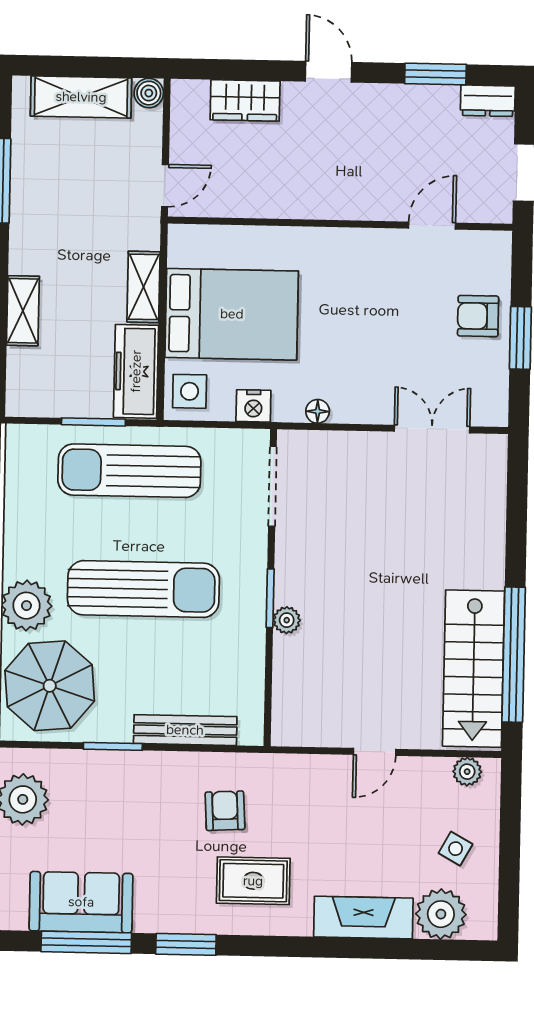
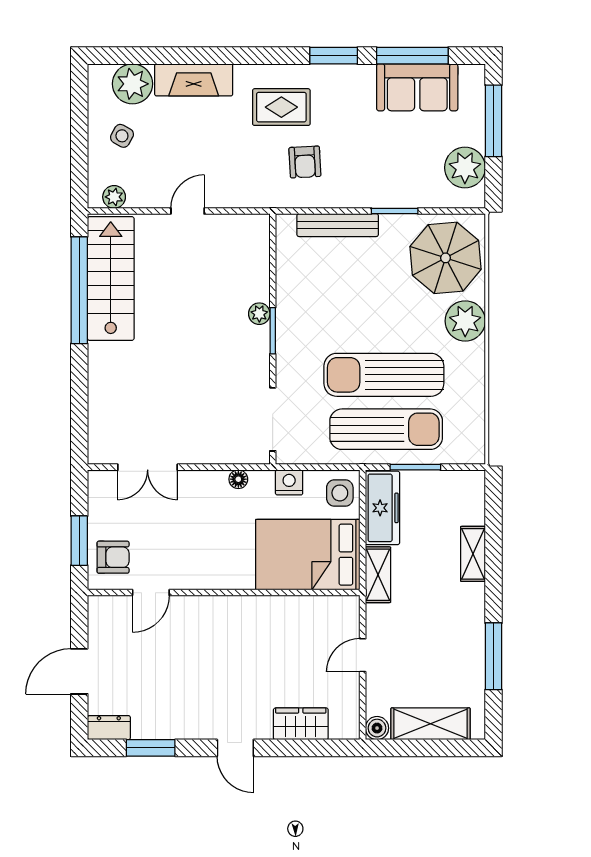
wall: (340, 224) -> (224, 593), moved
door: (432, 226) -> (151, 593), moved
sun lounger: (143, 589) -> (384, 375), moved

